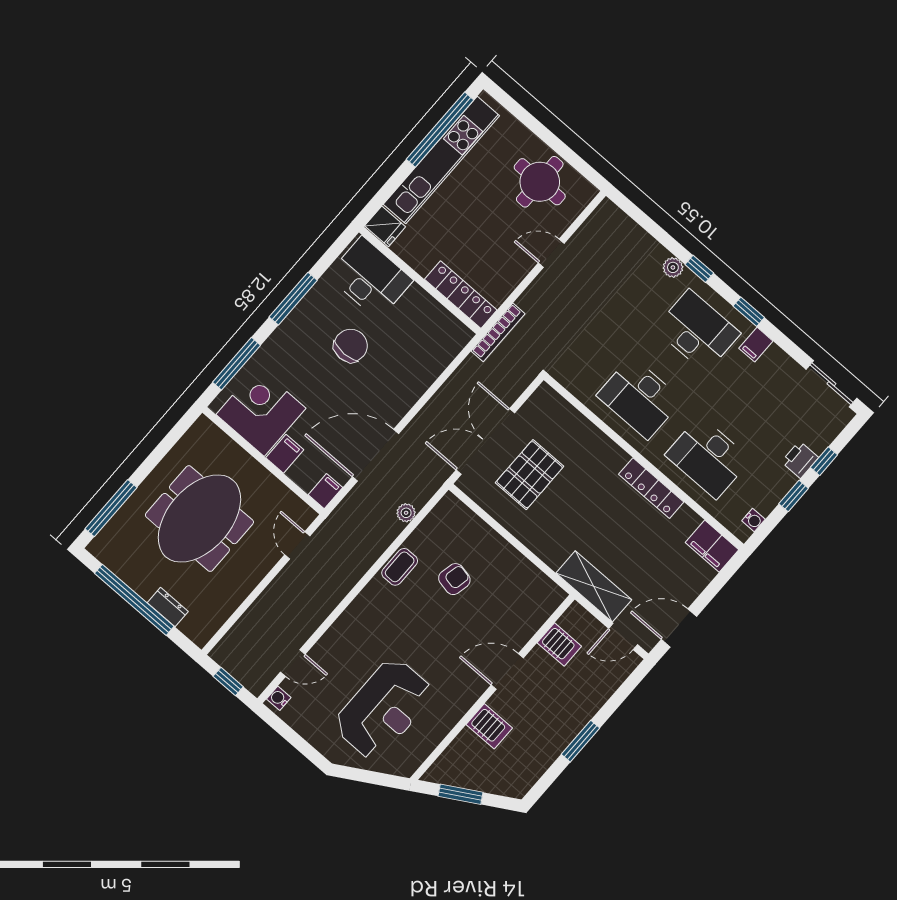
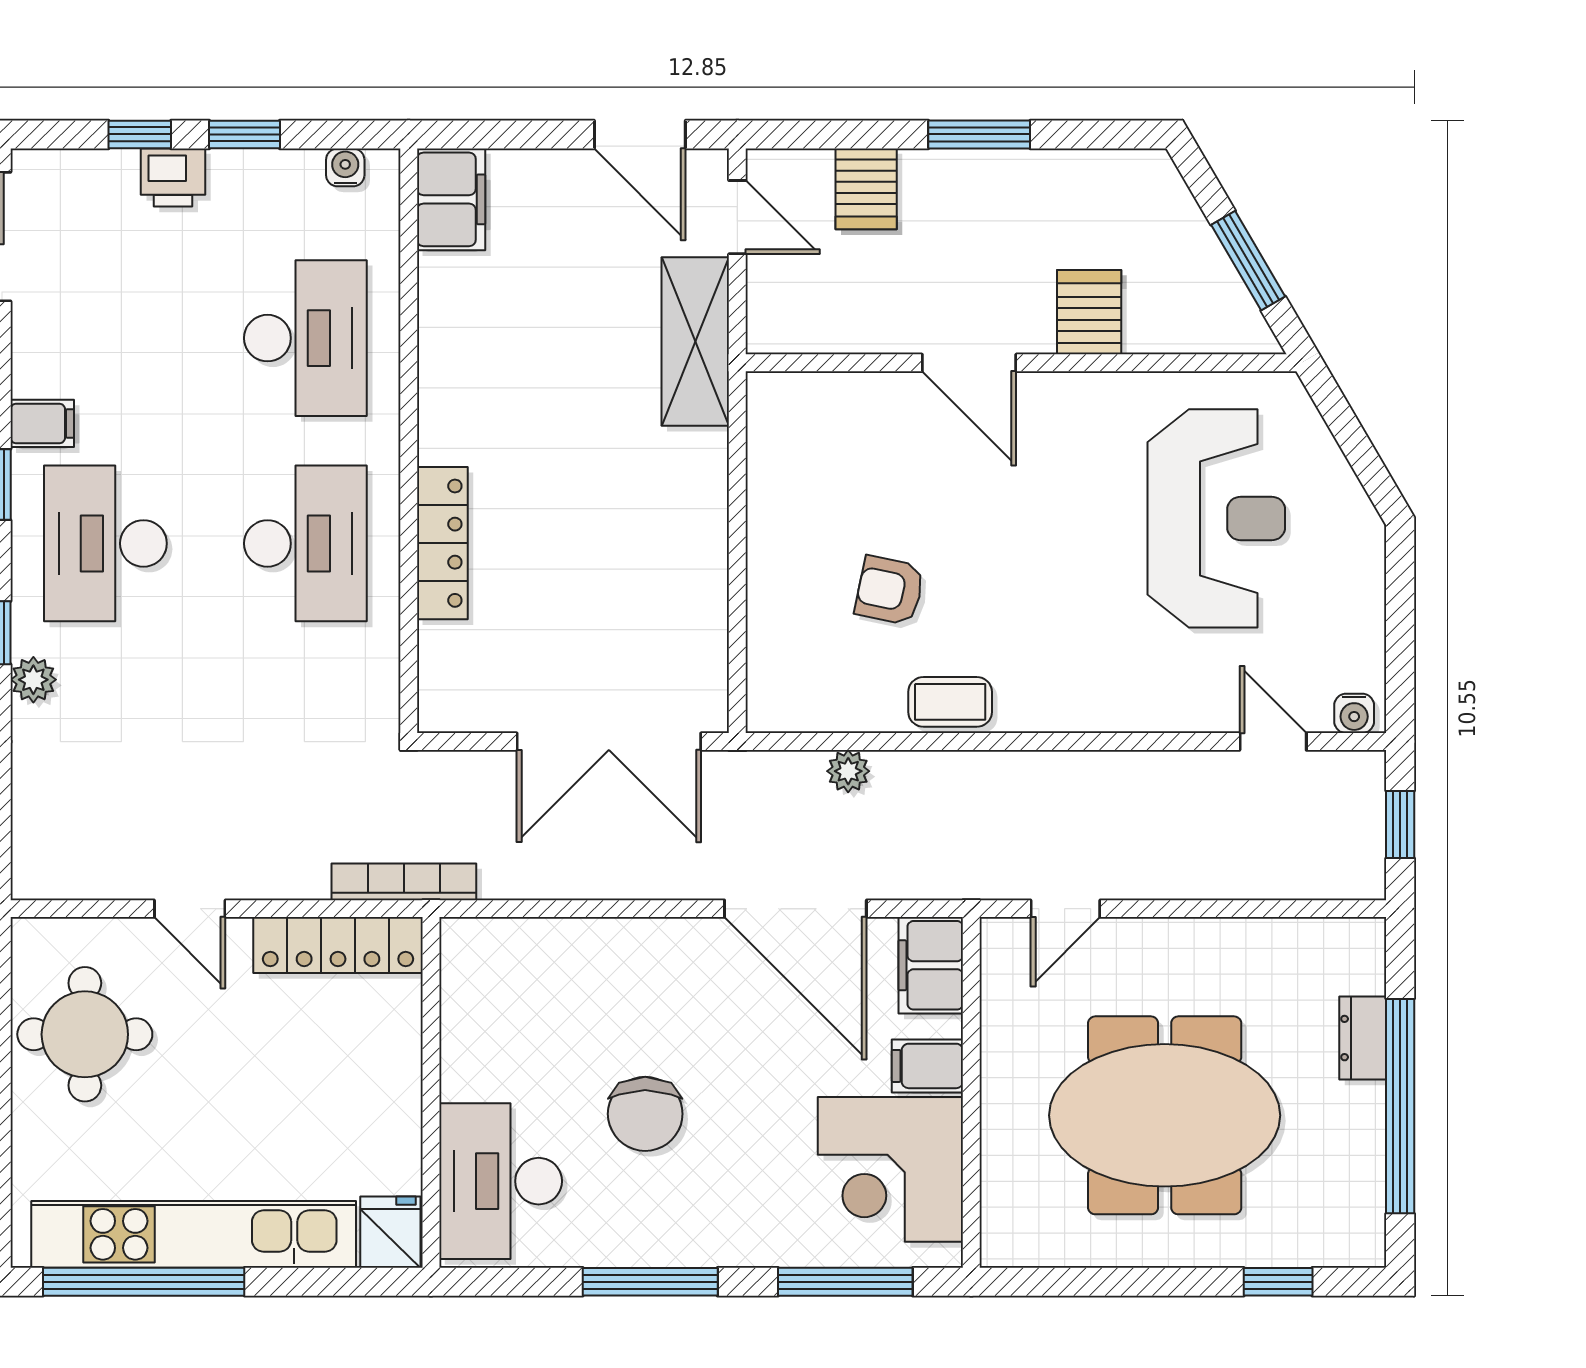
locker: (461, 295) -> (338, 945), moved, turned -90
chair: (351, 346) -> (645, 1114), turned -90
pallet: (530, 475) -> (600, 617), removed
locker: (651, 488) -> (442, 543), moved
filing cabinet: (325, 491) -> (931, 965), width x2.00
window: (111, 508) -> (1278, 1282), width x0.46
server rack: (559, 645) -> (866, 189), moved, turned 180
reception desk: (384, 709) -> (1216, 518), turned 90

